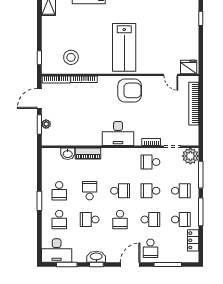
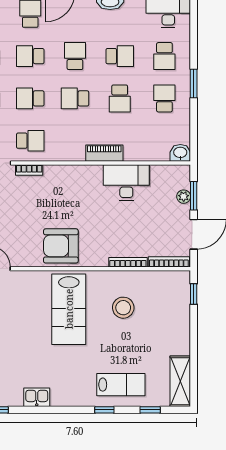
lab bench: (124, 47) -> (69, 309), turned 180
stool: (71, 57) -> (123, 308), moved
desk: (118, 134) -> (126, 183), moved
washbasin: (68, 154) -> (180, 153), moved
piano: (88, 154) -> (104, 153), moved
school desk: (150, 191) -> (30, 98), turned 180
school desk: (59, 220) -> (164, 56), turned 180

